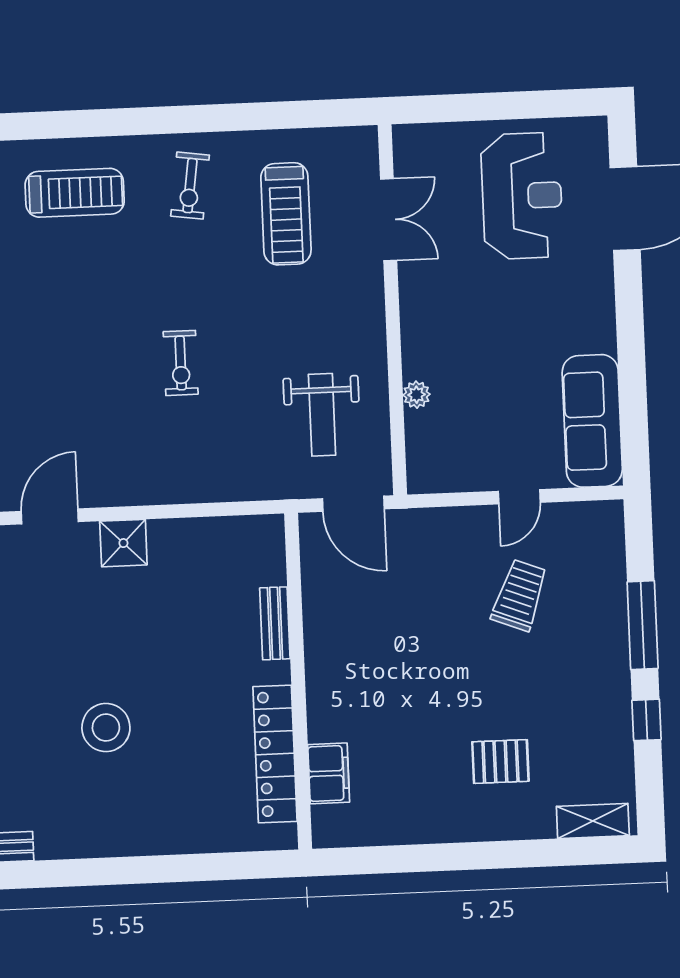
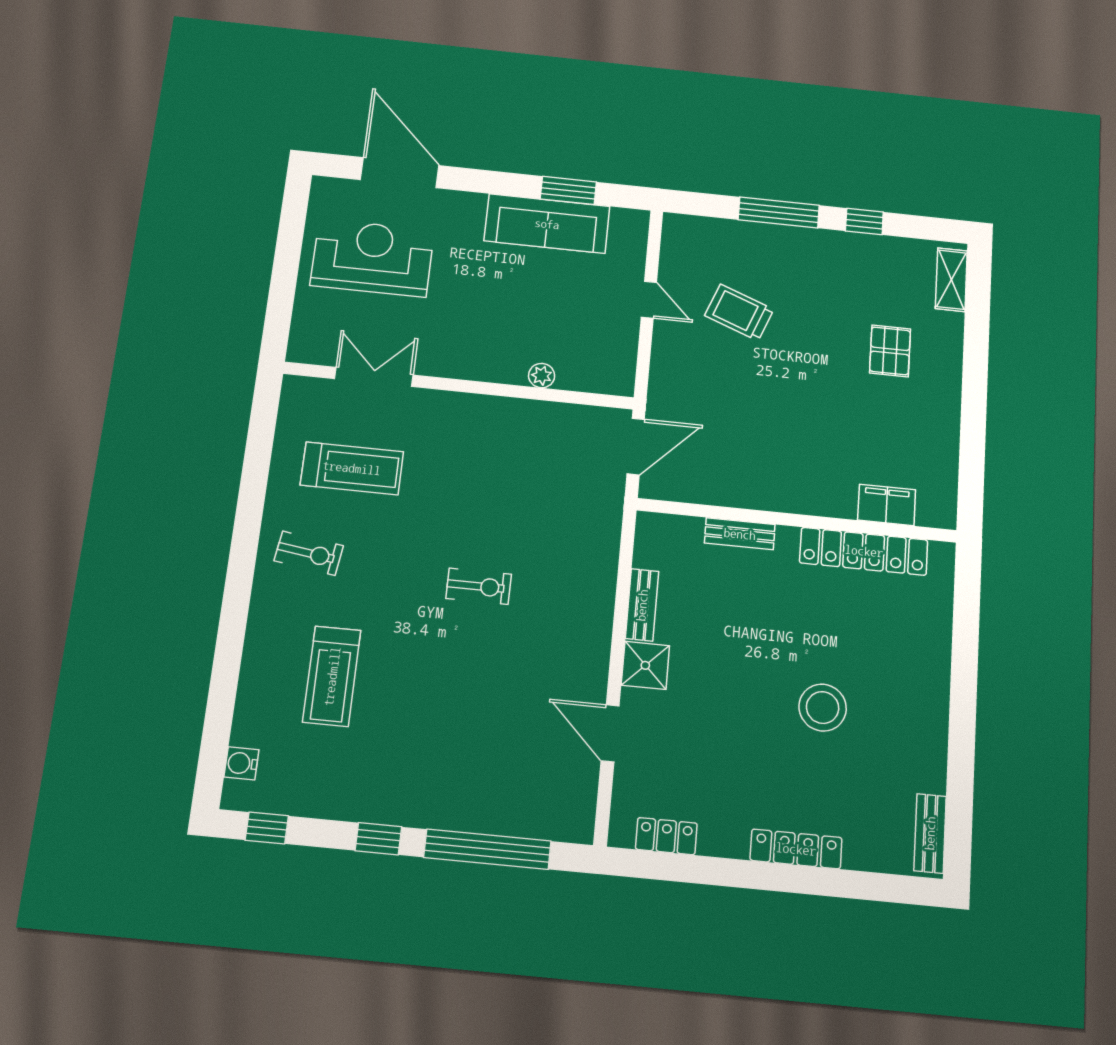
treadmill: (75, 193) -> (332, 676), moved, turned 180
window: (633, 393) -> (568, 190), added
weight bench: (322, 415) -> (548, 463), removed
sofa: (592, 421) -> (547, 224), moved
bench: (185, 532) -> (642, 605), added

